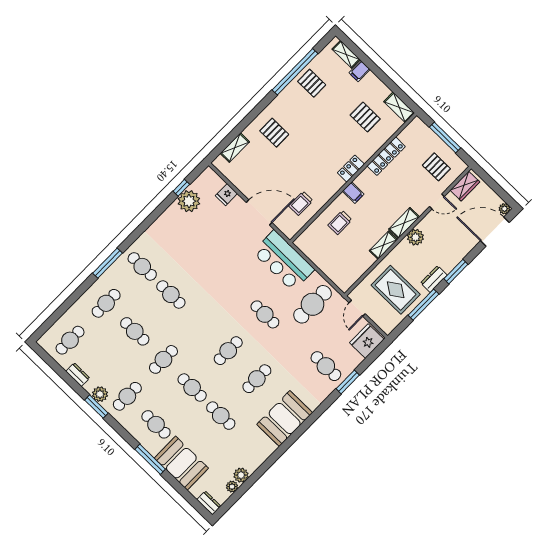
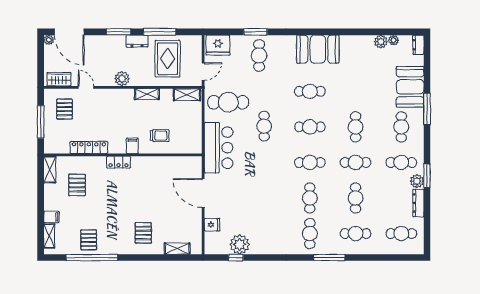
trolley: (301, 203) -> (172, 172), removed
shelving: (404, 223) -> (187, 95), moved
dresser: (78, 375) -> (418, 203), width x1.44
cafe table: (221, 416) -> (310, 162), moved, turned 90

